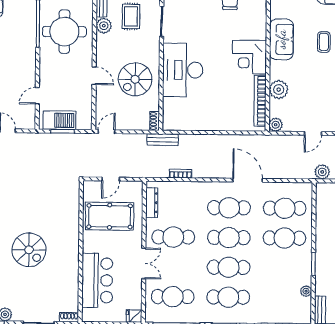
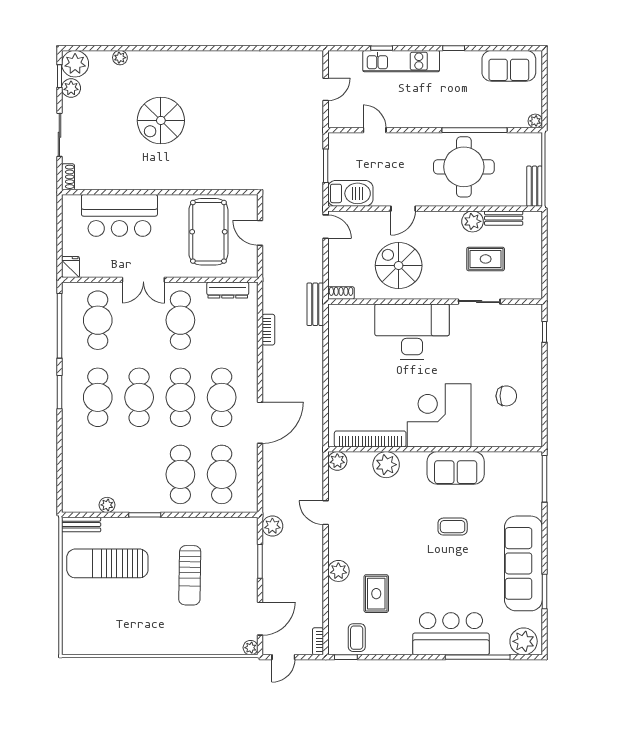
corner desk: (249, 57) -> (439, 415), width x1.36, depth x1.36
barbecue: (59, 120) -> (350, 193), moved, turned -90

